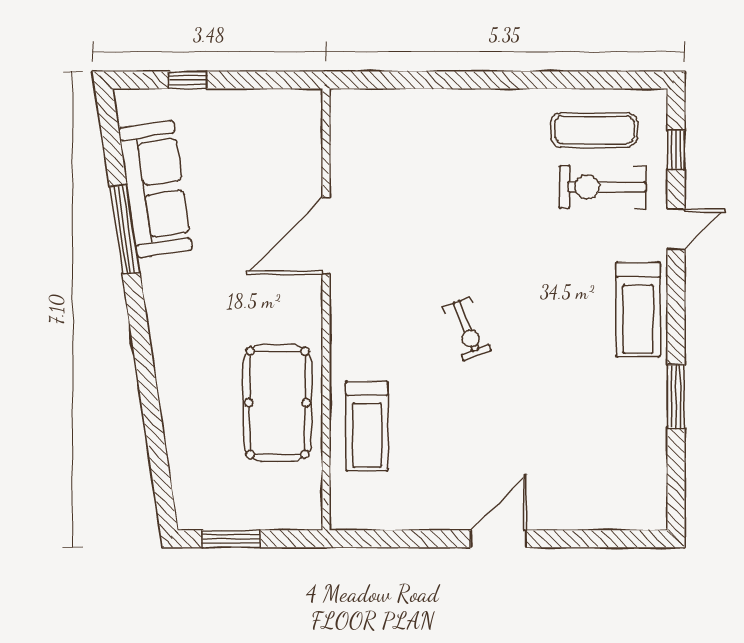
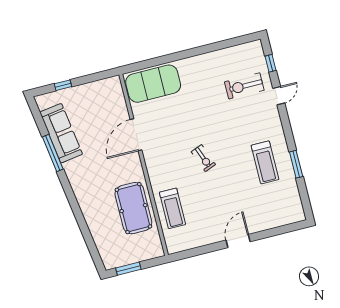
exercise mat: (594, 130) -> (153, 84), moved, width x2.00, depth x1.45
treadmill: (638, 310) -> (265, 162), moved

